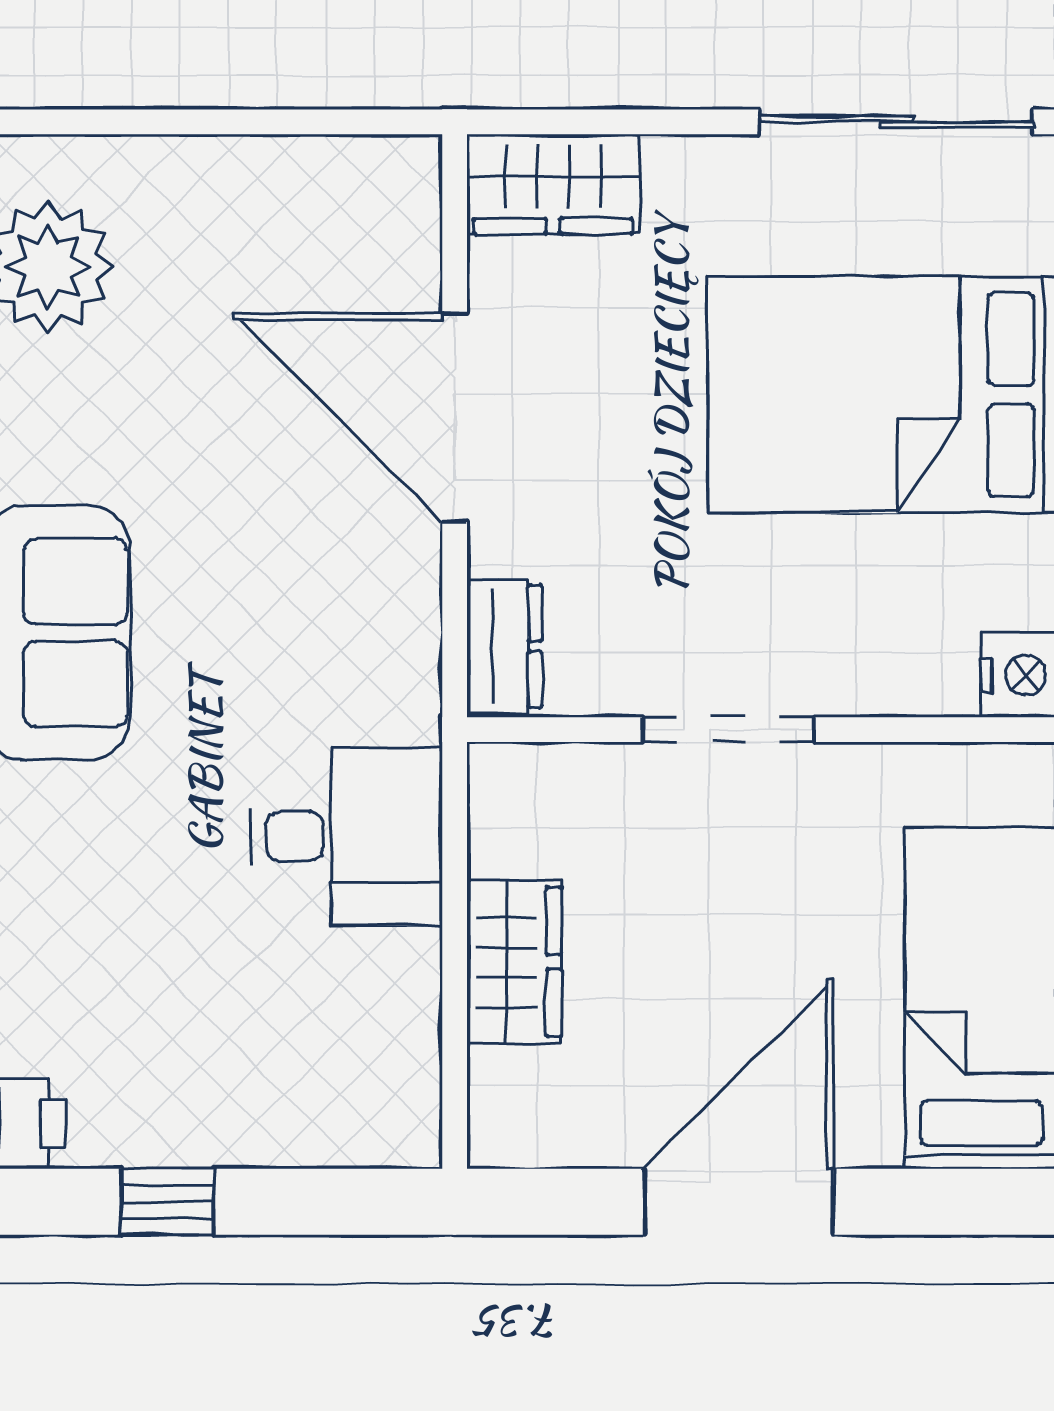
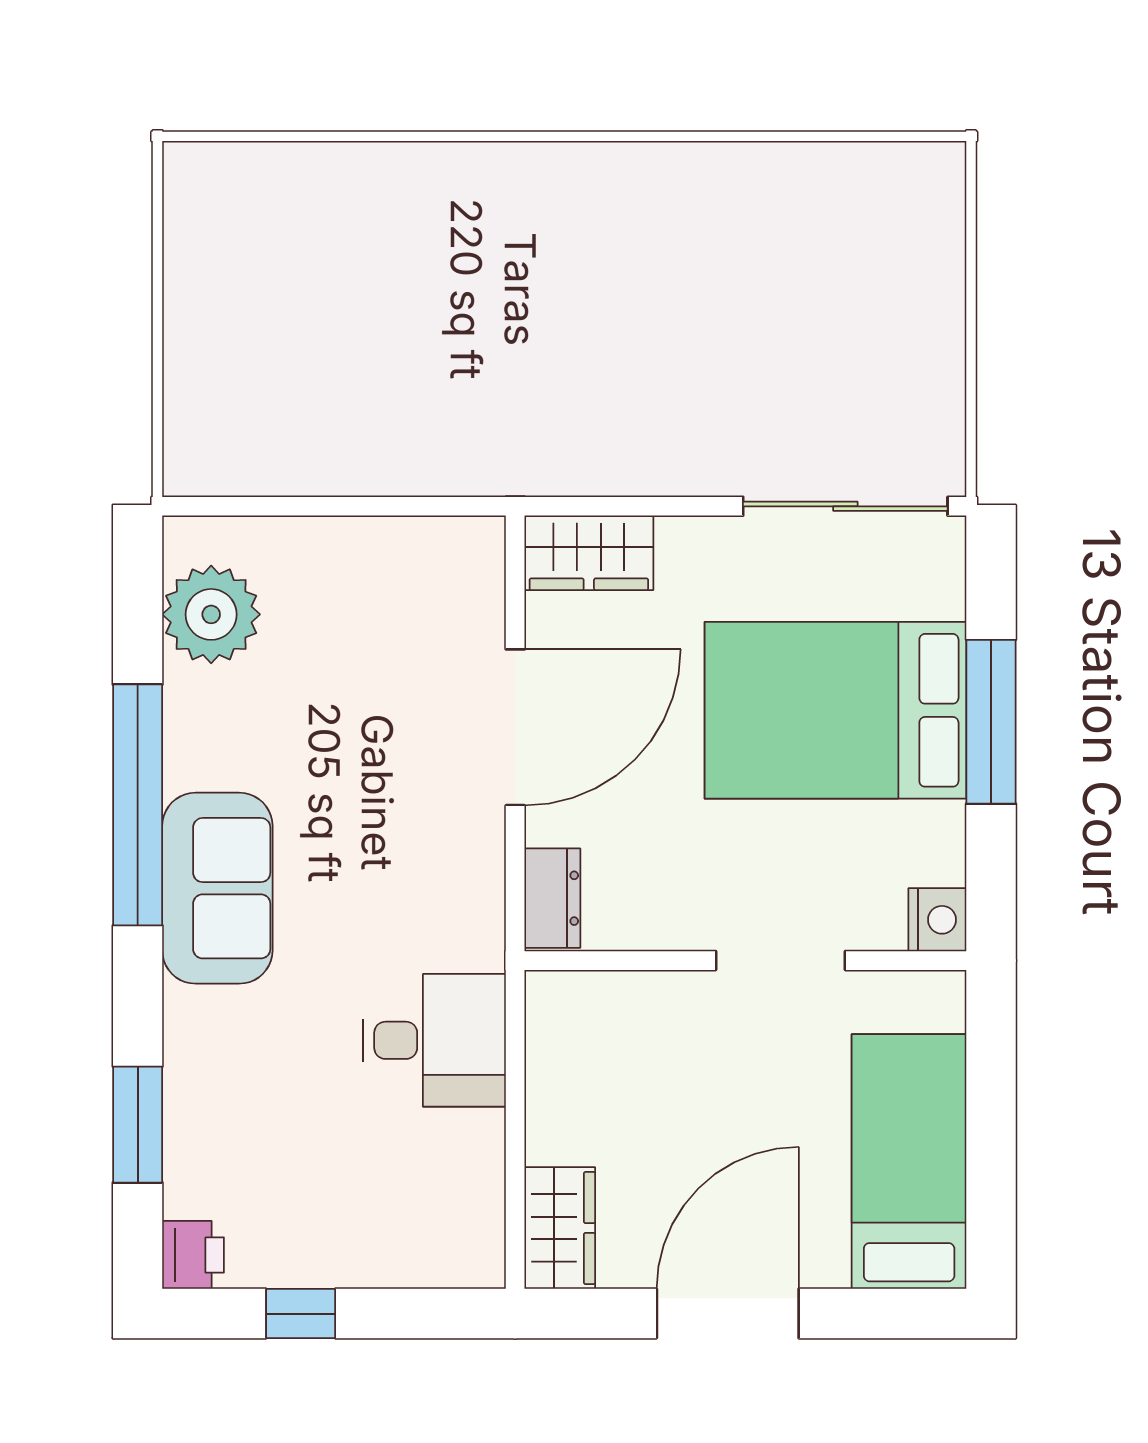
door: (455, 418) -> (515, 727), swing flipped
doorway: (728, 730) -> (781, 961), moved
wardrobe: (514, 962) -> (560, 1228), moved

